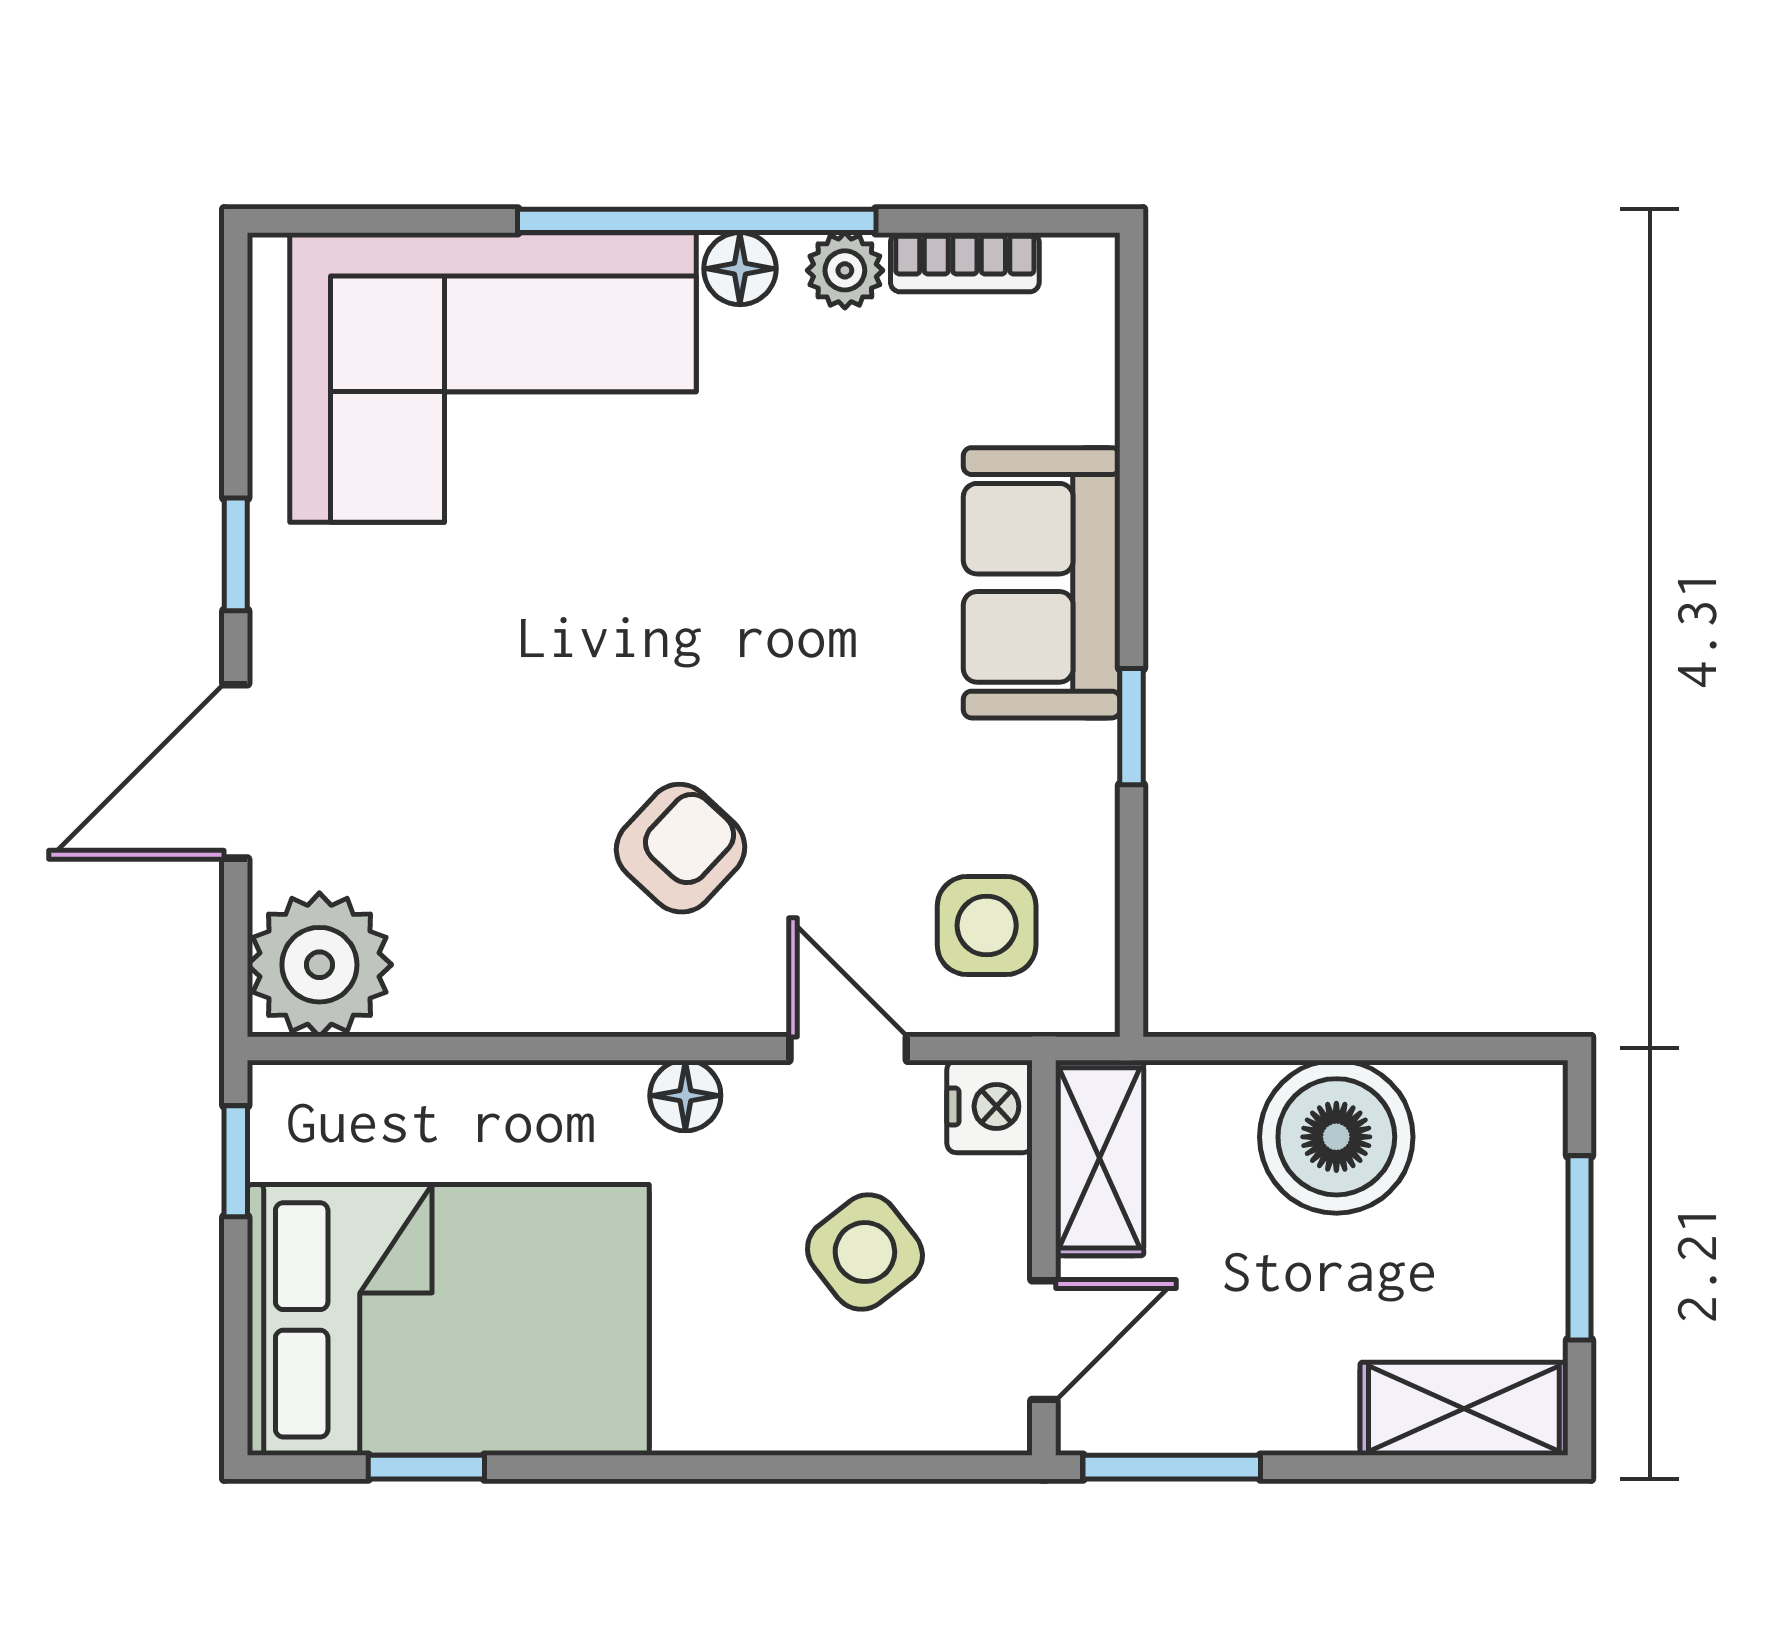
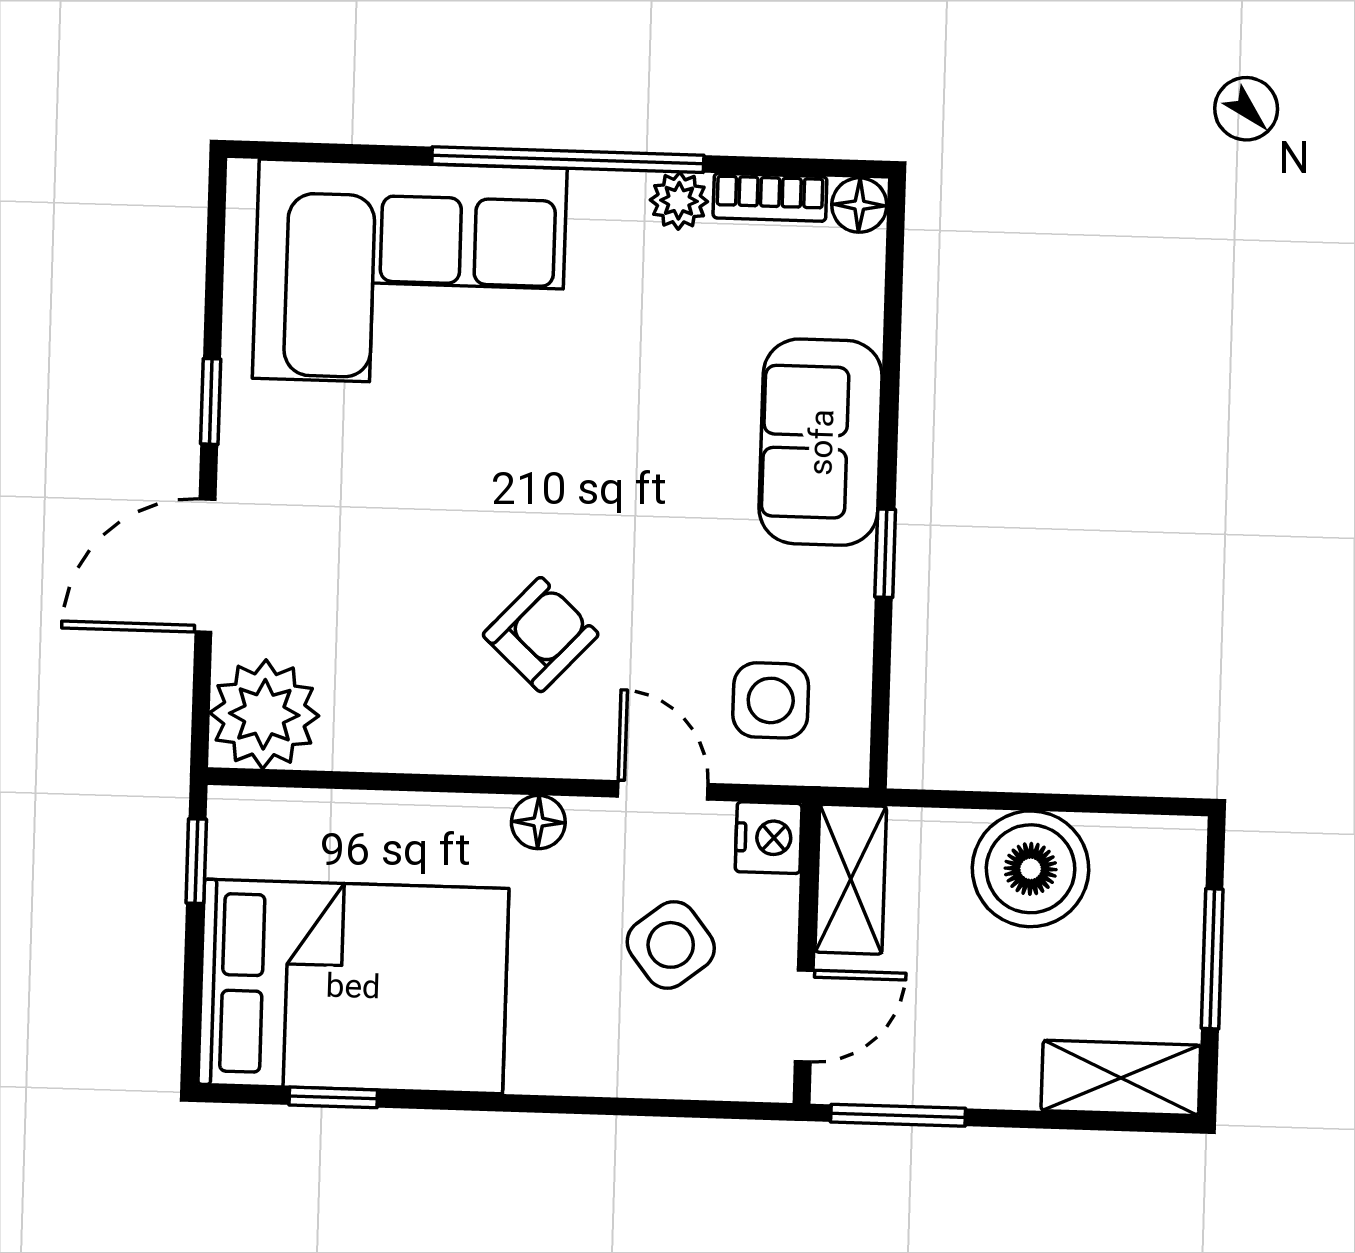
floor lamp: (740, 269) -> (859, 205), moved

